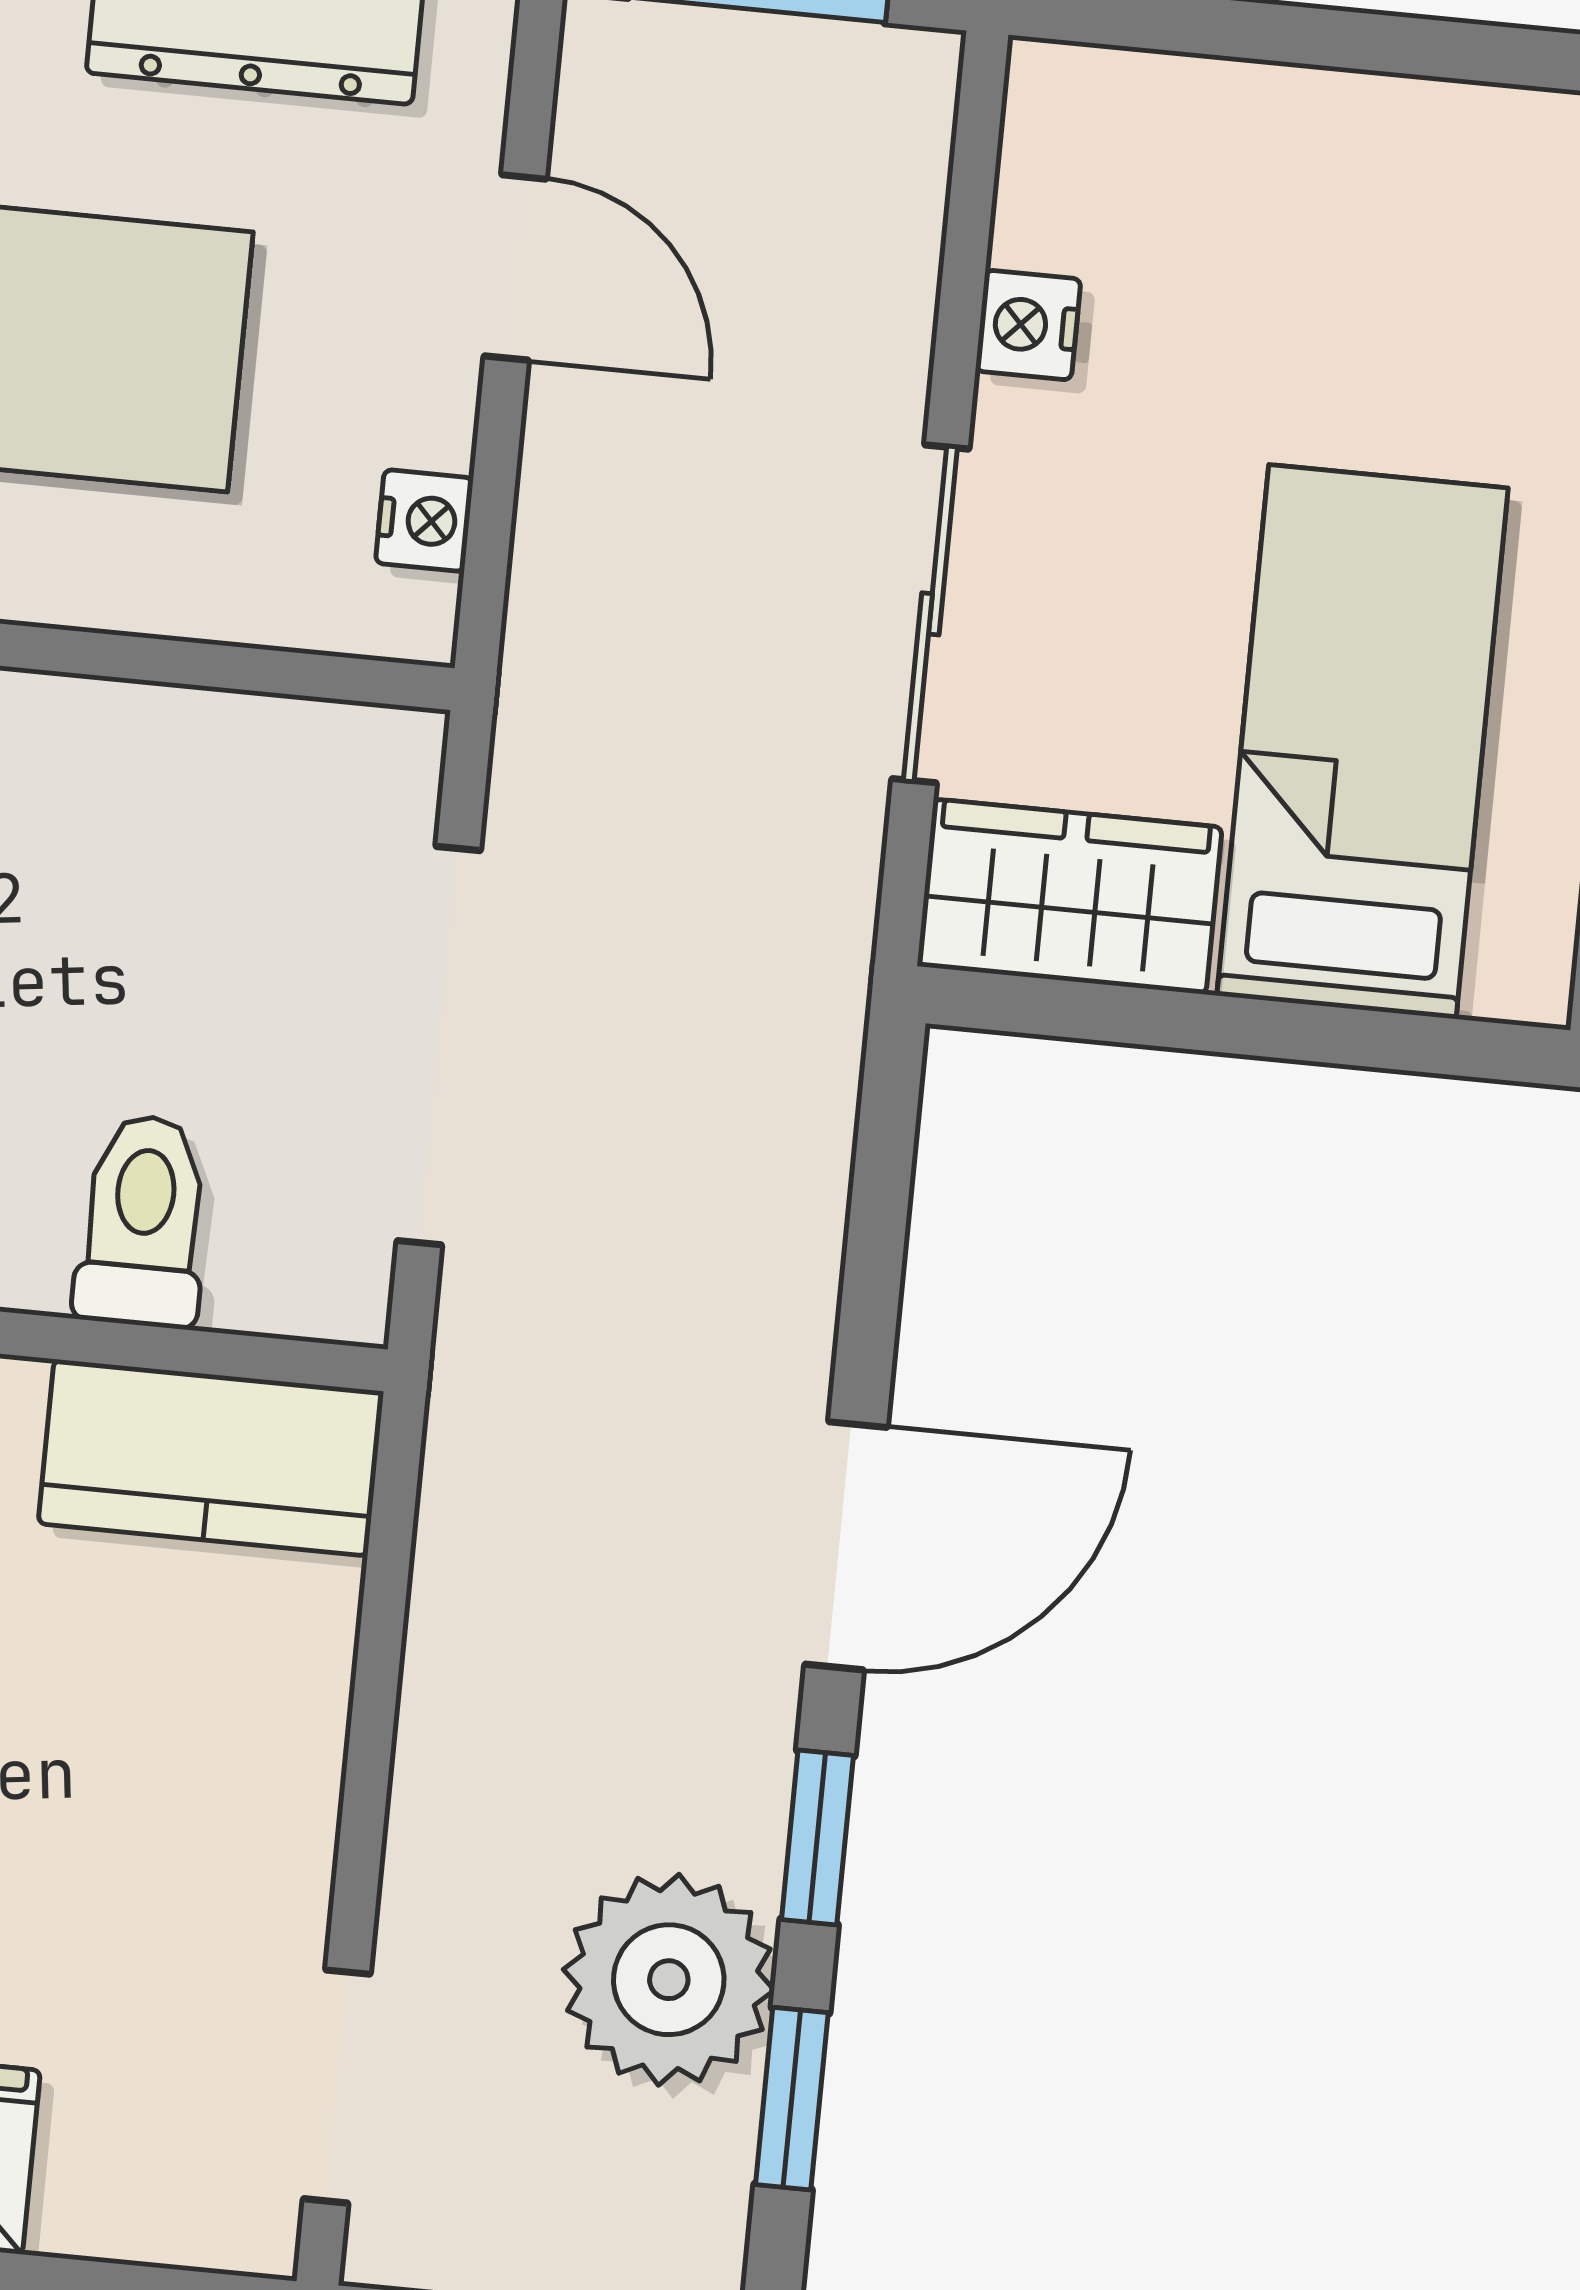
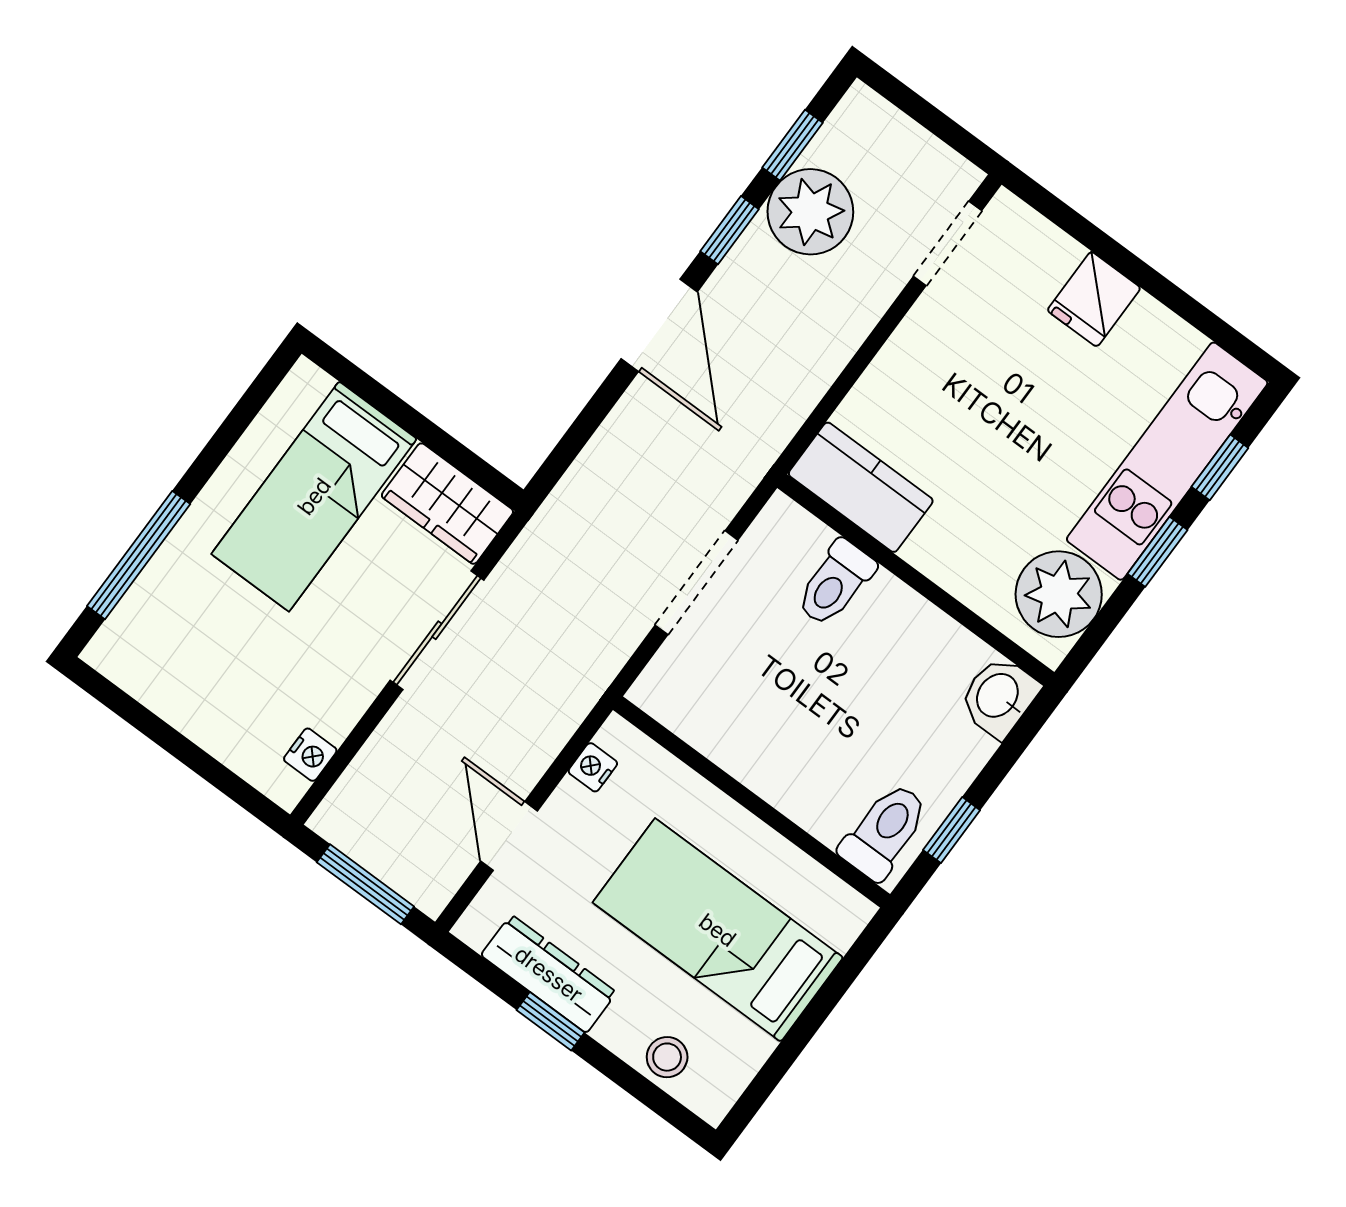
nightstand: (1028, 325) -> (310, 755), moved
doorway: (439, 1046) -> (697, 583), width x0.73
door: (846, 1546) -> (659, 325), swing flipped

